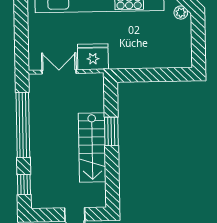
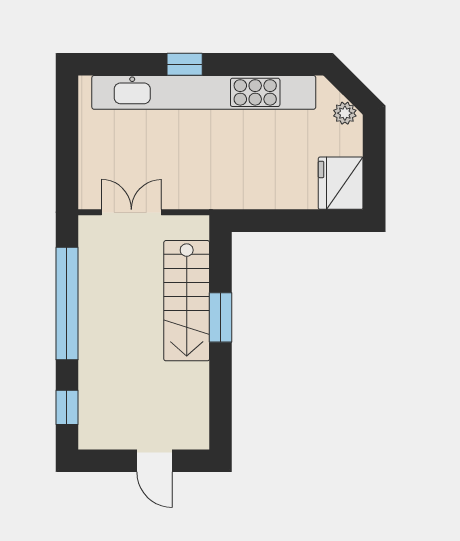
fridge: (93, 57) -> (341, 183), moved, turned -90
stairs: (92, 147) -> (187, 301), moved

